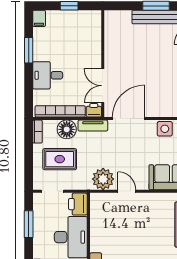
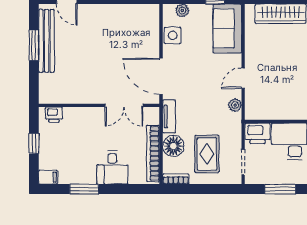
printer: (94, 110) -> (54, 115), moved, turned -90
plant: (103, 179) -> (235, 105), width x0.53, depth x0.53

